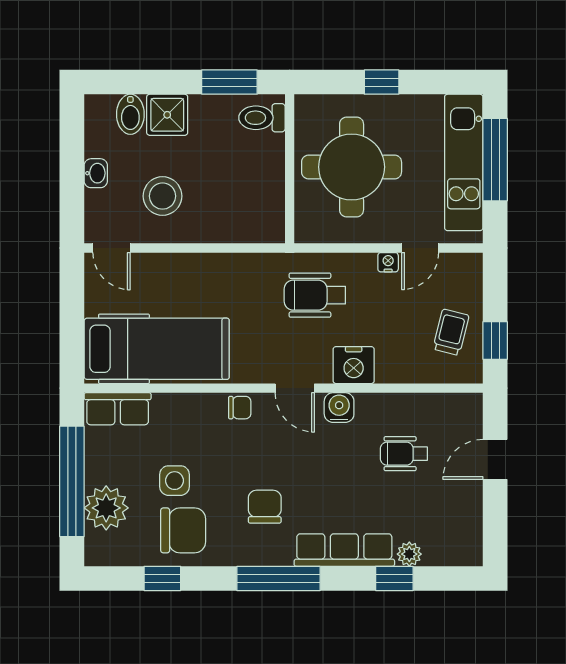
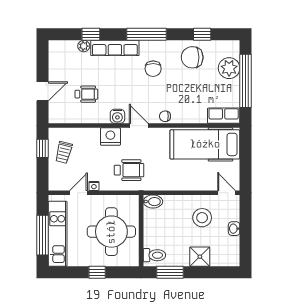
bidet: (130, 114) -> (153, 202), moved, turned 90
side table: (175, 481) -> (196, 81), removed

